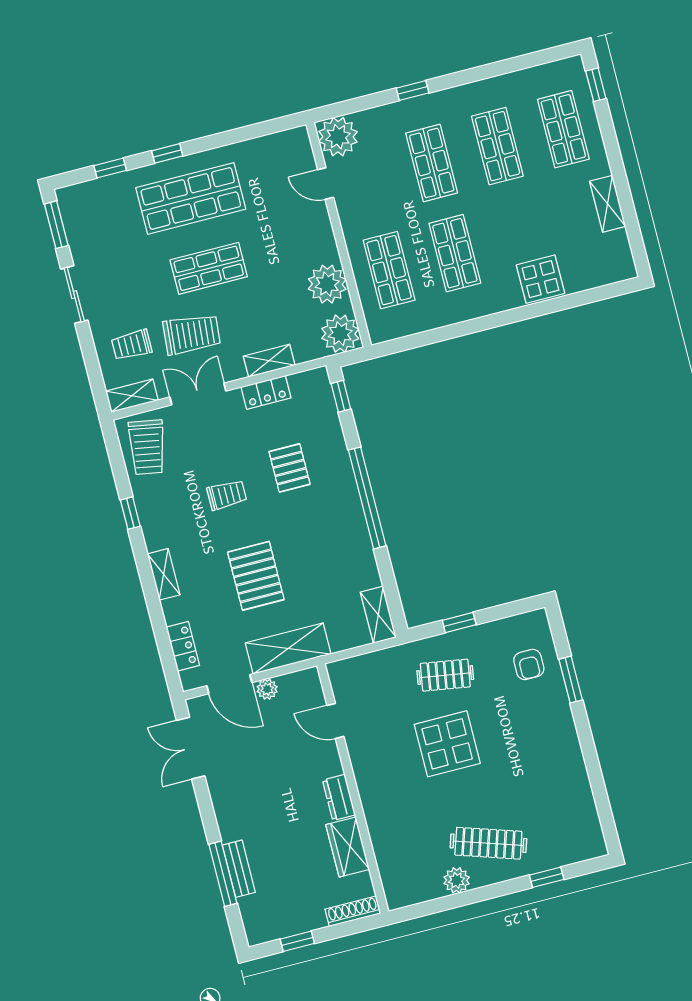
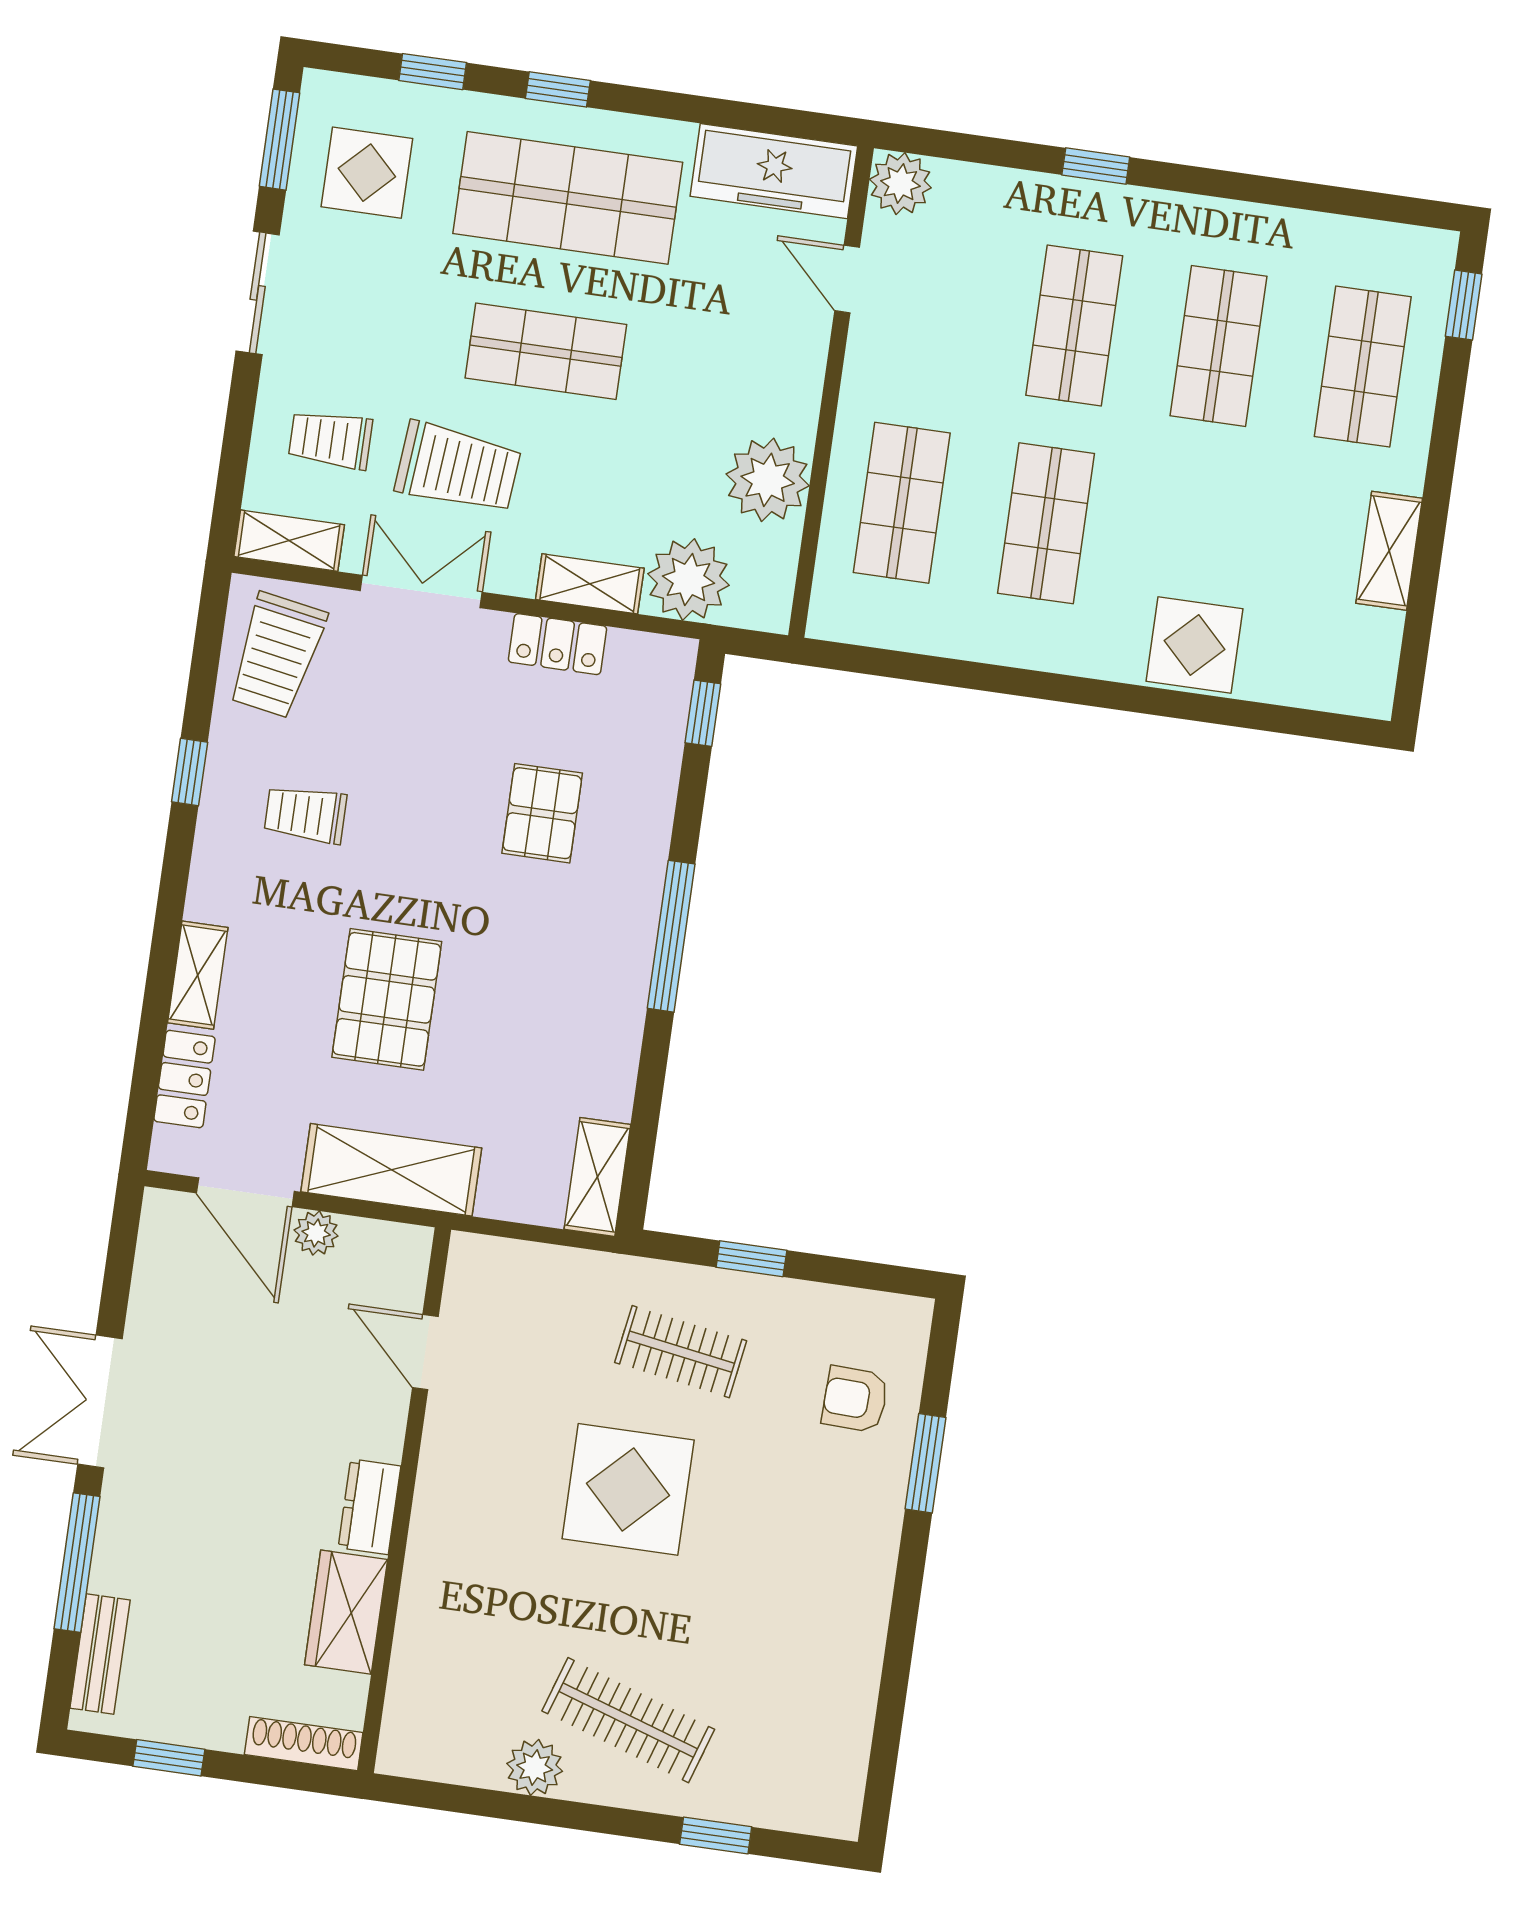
plant: (338, 137) -> (900, 184), width x0.73, depth x0.73
freezer: (275, 150) -> (774, 171), added
display table: (100, 223) -> (367, 173), added
plant: (340, 334) -> (689, 580), moved
trolley: (227, 495) -> (305, 814), moved, turned 180
window: (367, 498) -> (671, 936), width x0.68
shelving: (164, 574) -> (198, 975), moved
armchair: (529, 665) -> (855, 1399), turned 92
double door: (191, 748) -> (100, 1402), moved
bench: (239, 869) -> (100, 1654), moved

